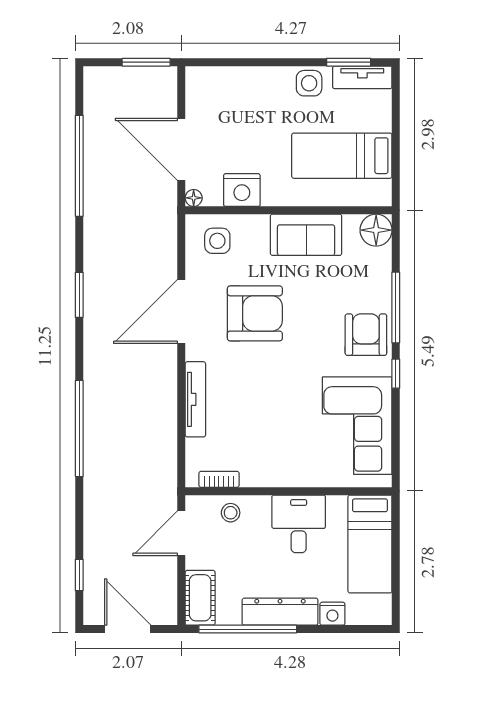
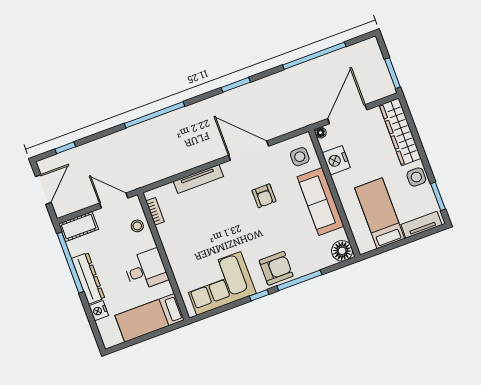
tv unit: (362, 77) -> (421, 225), moved, turned 90
wardrobe: (235, 82) -> (400, 132), added
sofa: (306, 235) -> (321, 201), width x1.36
armchair: (255, 313) -> (264, 196), width x0.53, depth x0.53

